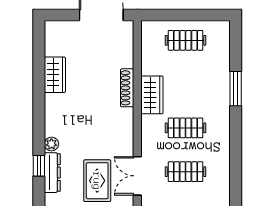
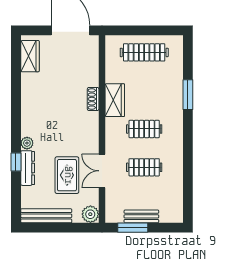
clothes rail: (186, 40) -> (144, 52), width x1.36
wardrobe: (55, 75) -> (30, 56), moved
shoe rack: (127, 88) -> (93, 99), width x0.70

